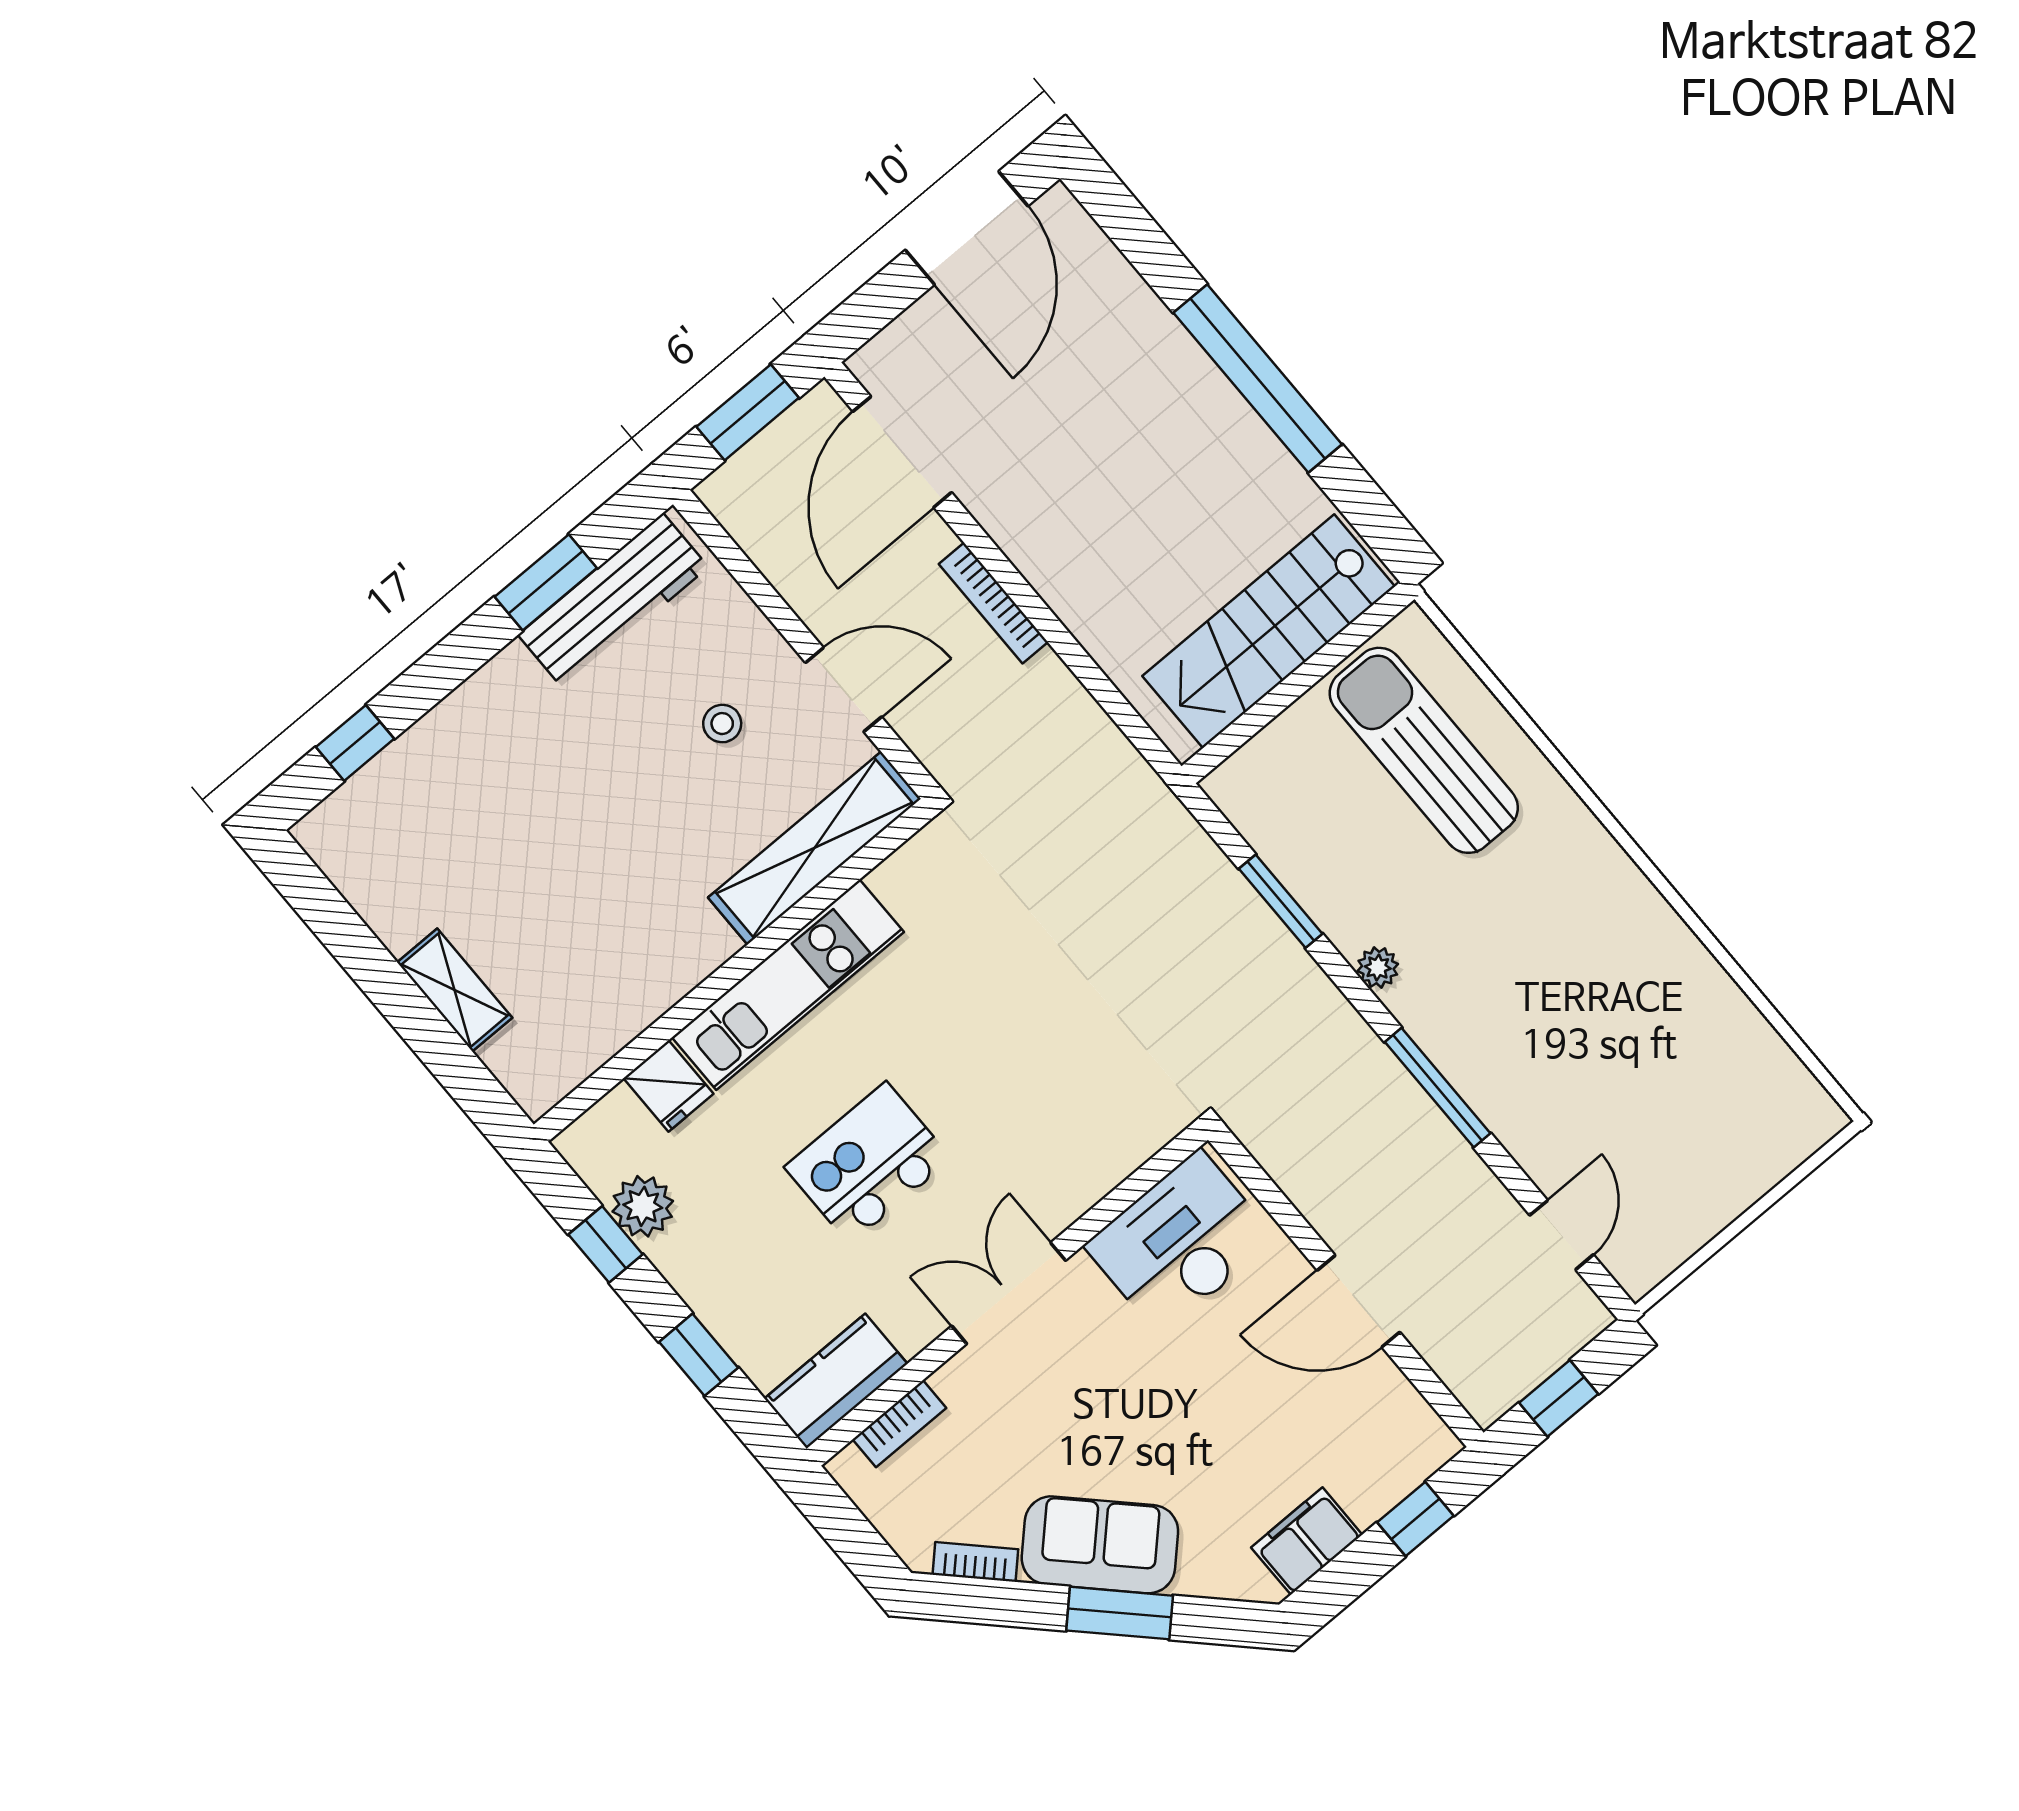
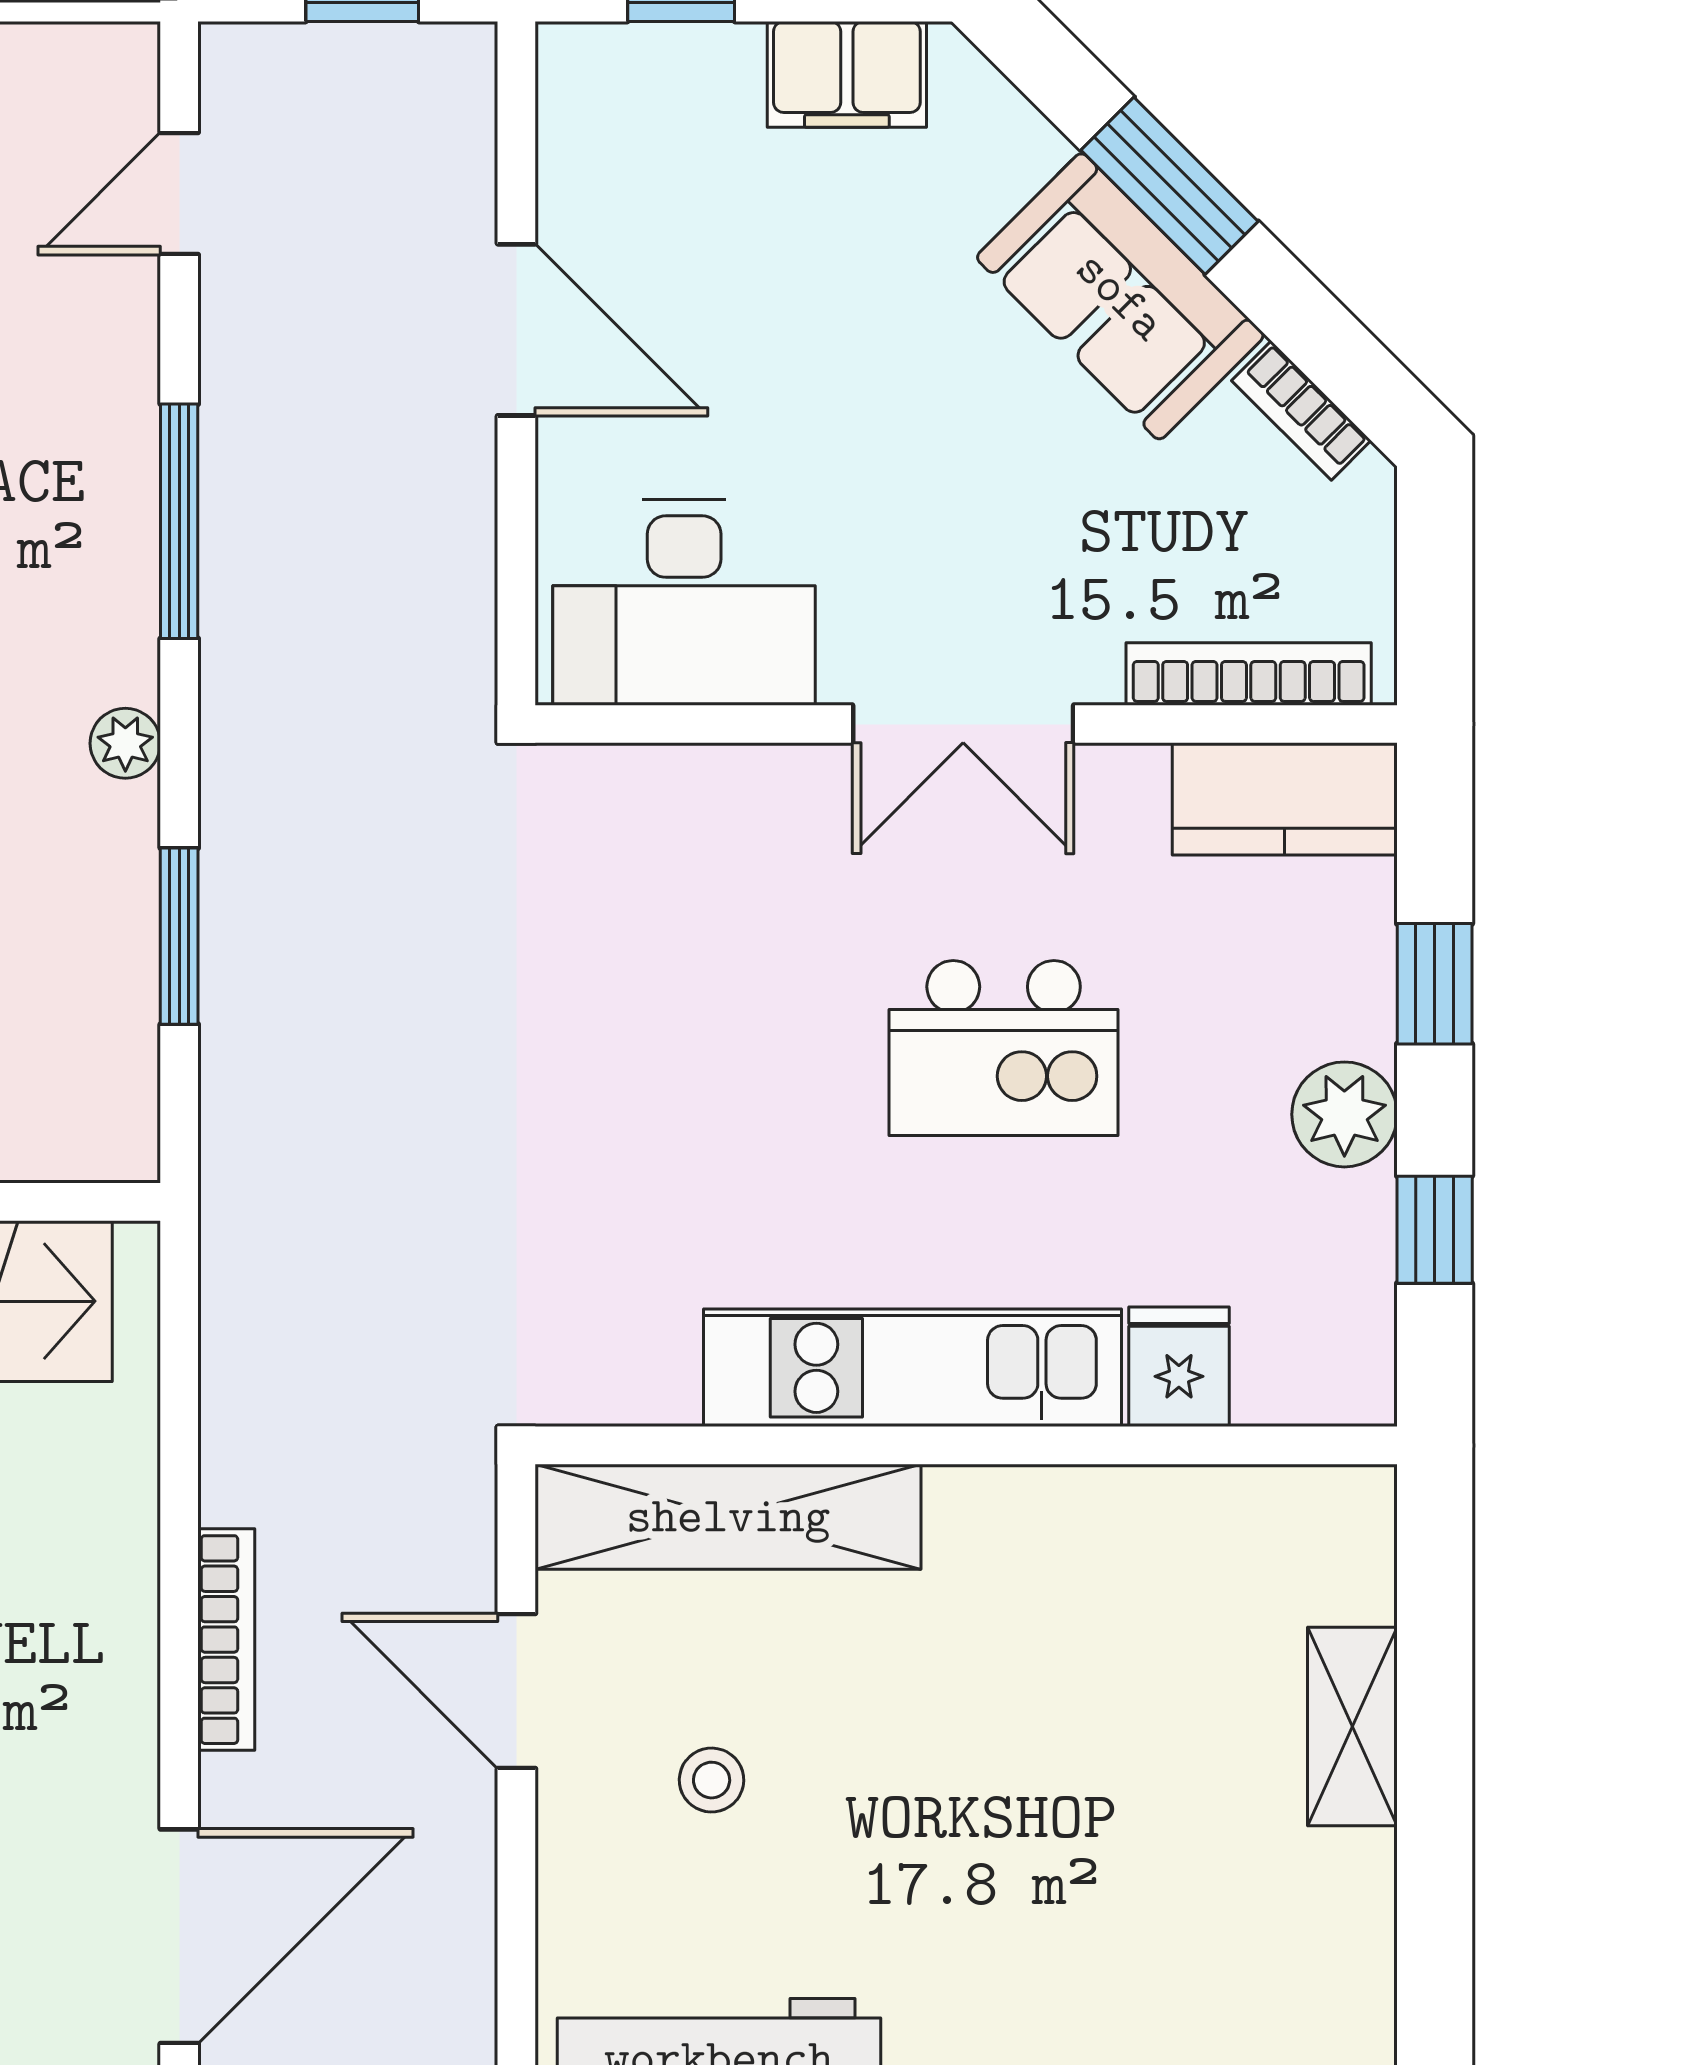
plant: (643, 1206) -> (1344, 1114), moved
bookcase: (899, 1424) -> (1249, 674), width x1.56

